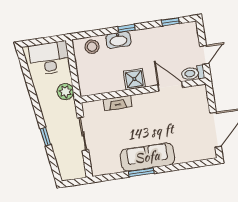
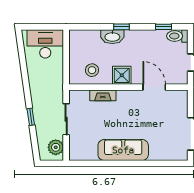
stool: (92, 47) -> (92, 70), moved
toilet: (193, 73) -> (177, 36), moved
plant: (65, 92) -> (56, 147), moved
window: (141, 172) -> (115, 163), removed

